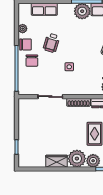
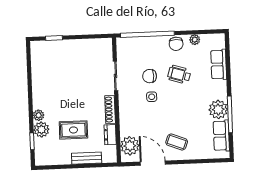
chair: (32, 61) -> (150, 76), moved
plant: (77, 159) -> (39, 115), width x0.53, depth x0.53
wardrobe: (57, 161) -> (39, 86), removed

